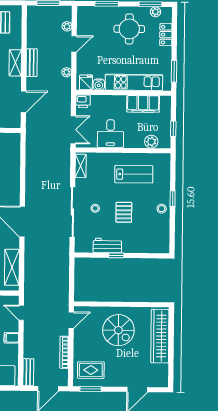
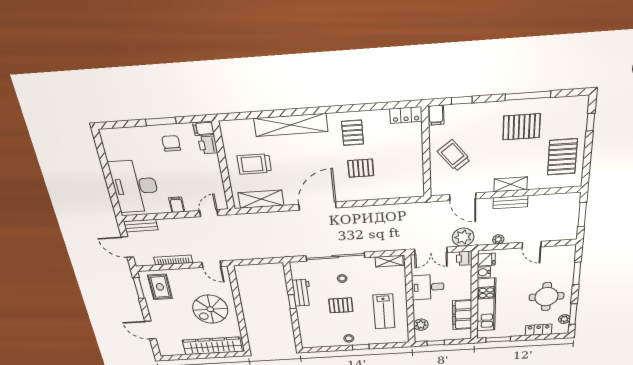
plant: (67, 26) -> (463, 237), moved, width x1.88, depth x1.88

